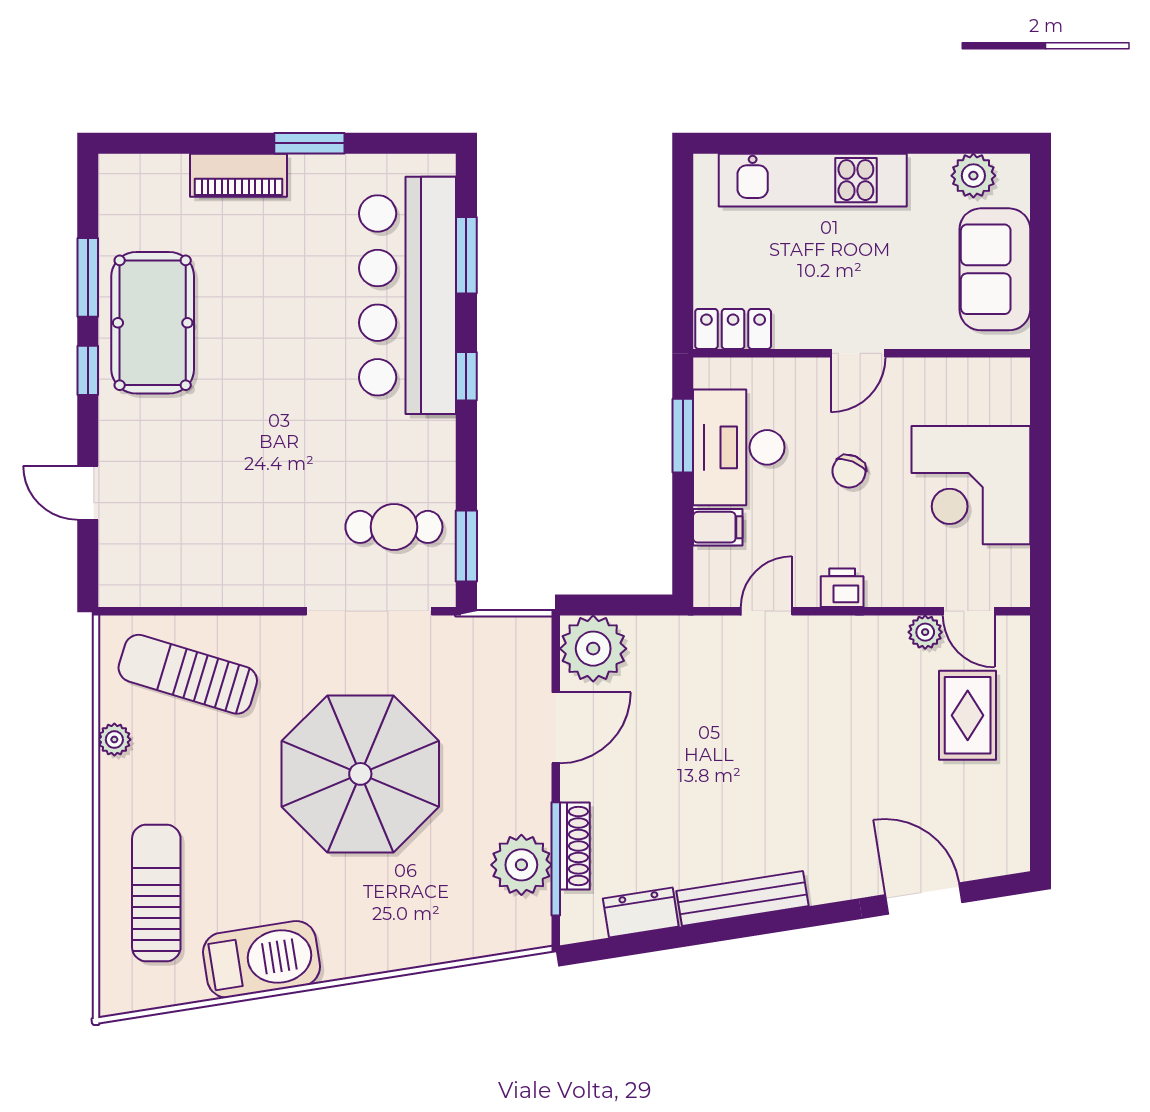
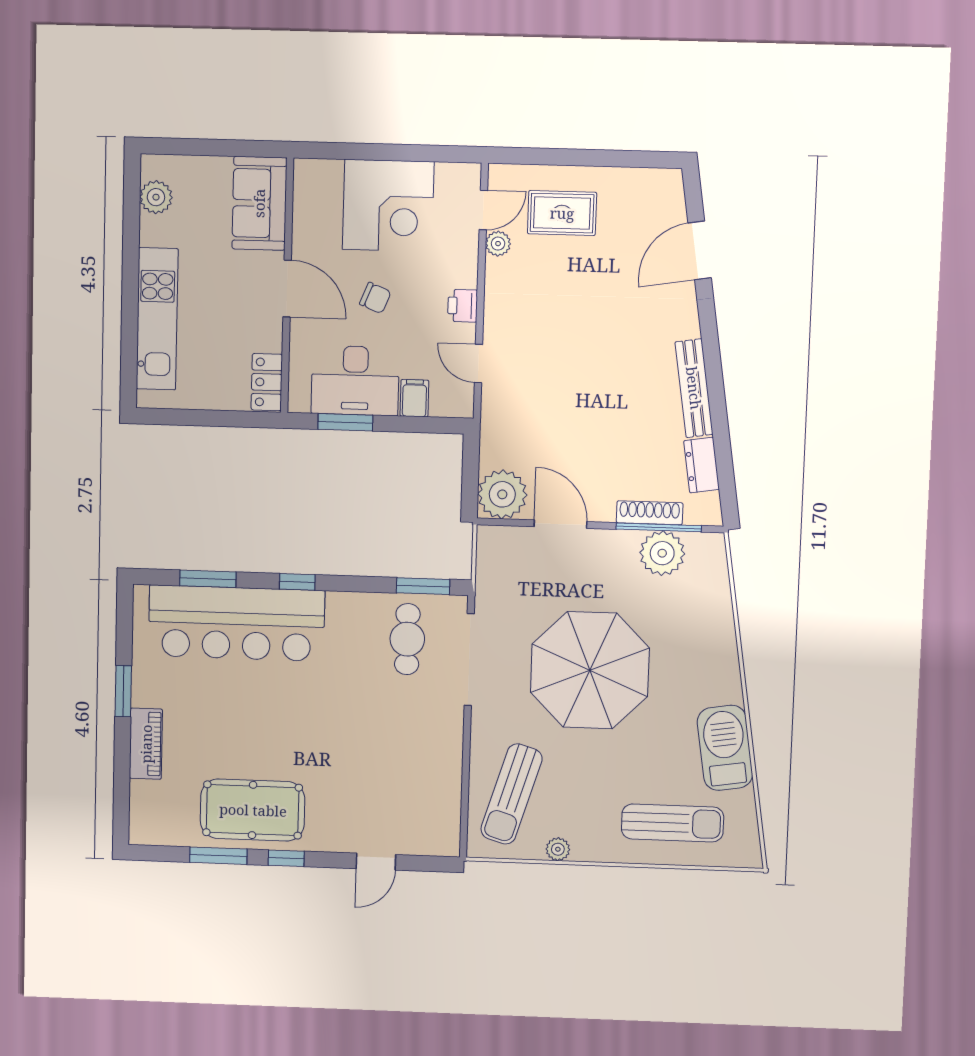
sofa: (995, 269) -> (259, 203), moved, turned 90
door: (858, 353) -> (287, 289), width x1.38
sun lounger: (156, 893) -> (672, 823), turned 180

